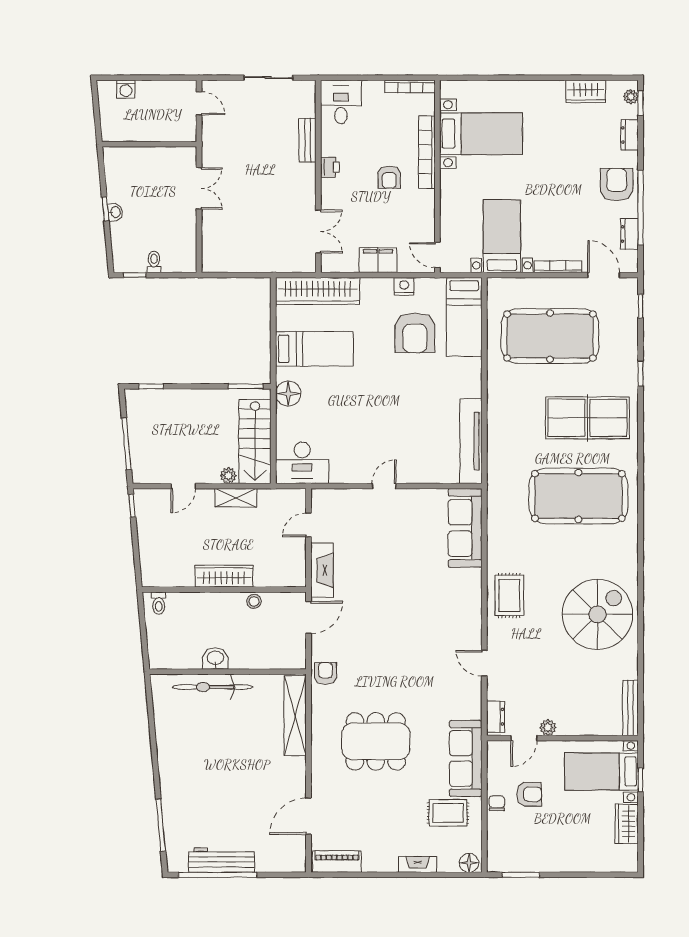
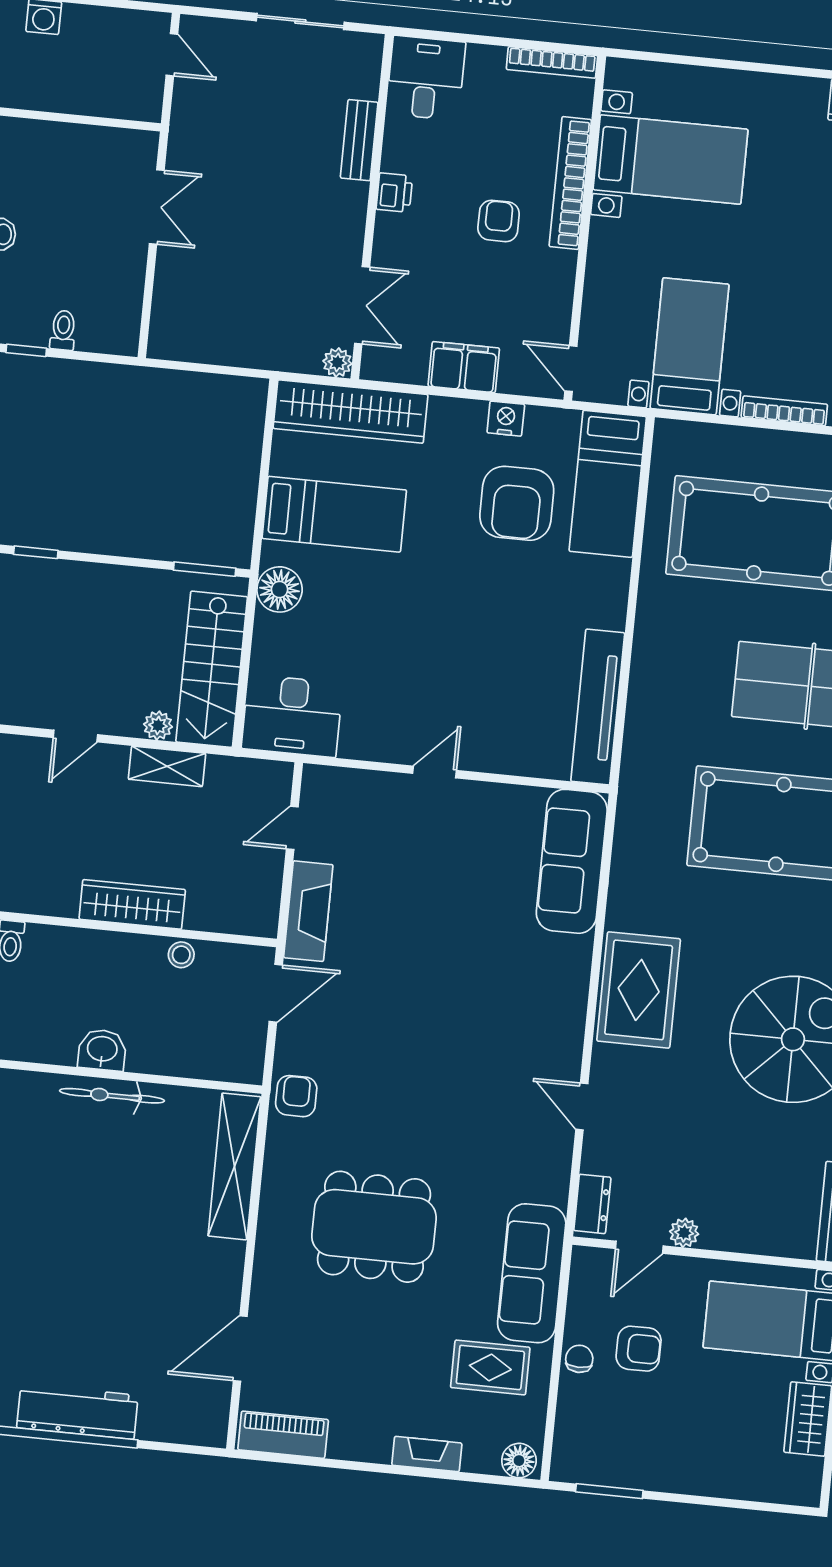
armchair: (389, 177) -> (499, 221), turned 180
plant: (308, 265) -> (337, 362), added
rug: (509, 596) -> (639, 990), width x1.36, depth x1.43
bicycle: (213, 687) -> (112, 1096), width x0.73, depth x0.71

